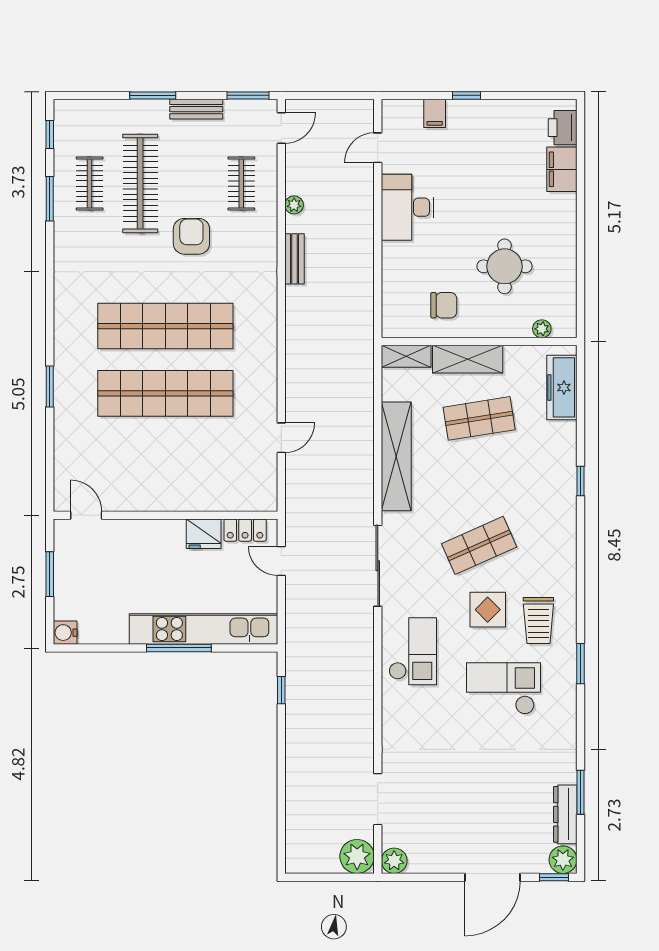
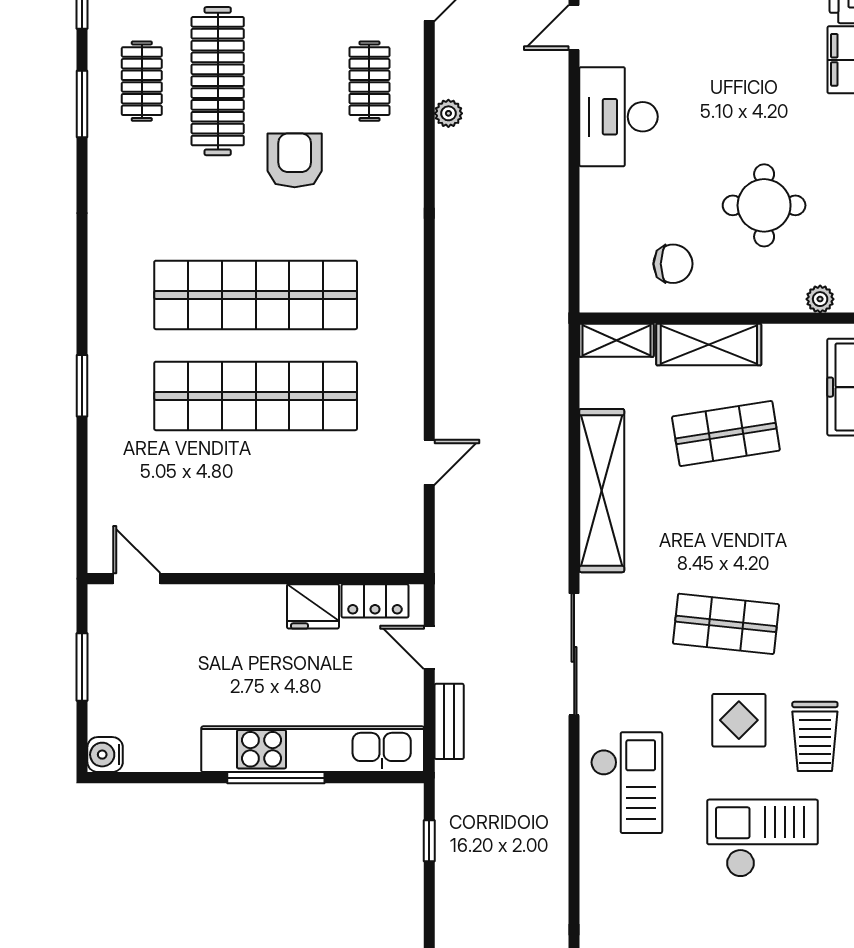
bench: (294, 259) -> (449, 721), moved
shop shelf: (479, 545) -> (726, 624), turned 30

